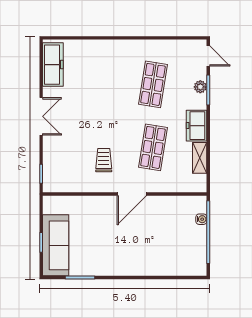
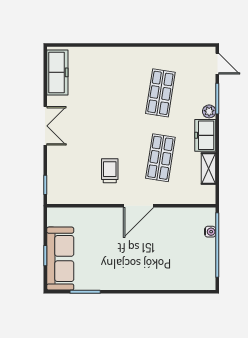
plant: (200, 87) -> (209, 111), moved

